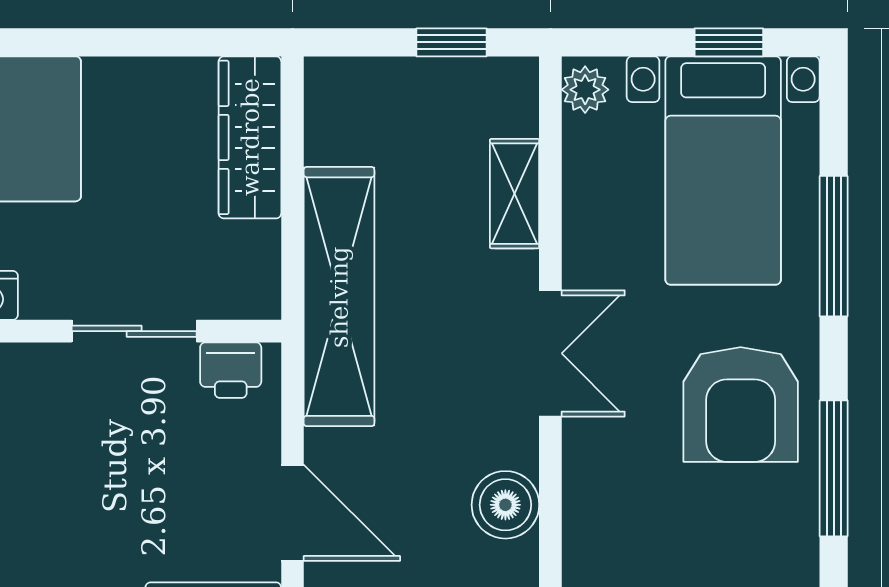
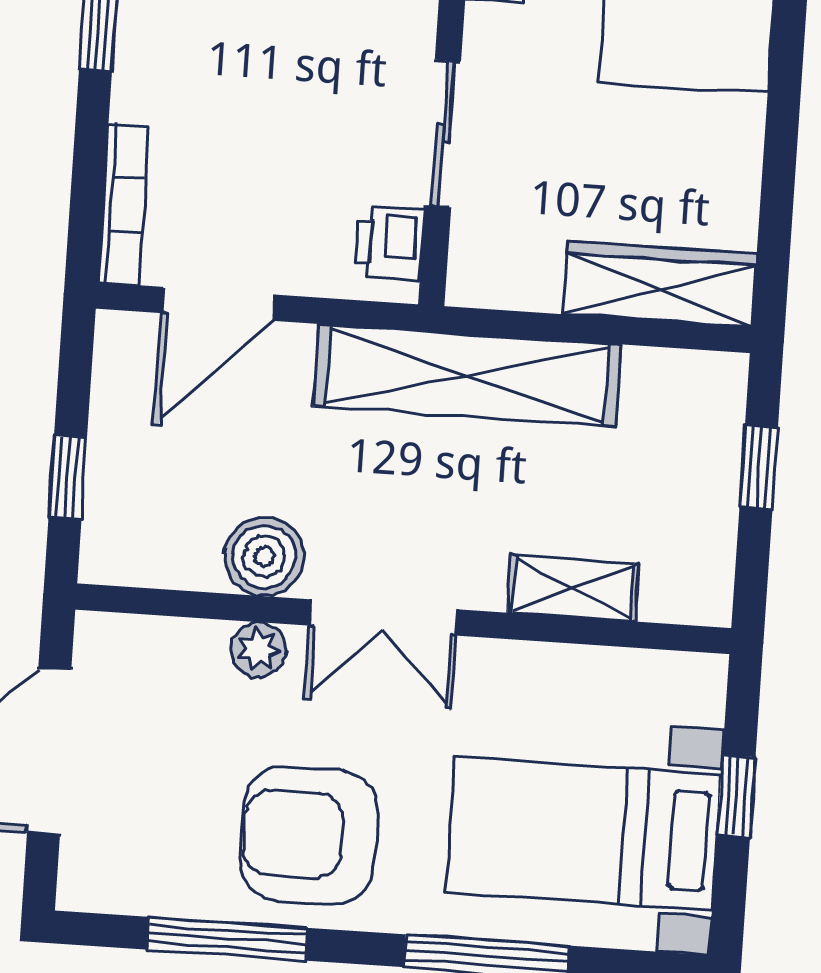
window: (452, 42) -> (759, 467), moved
window: (729, 42) -> (736, 796), moved
plant: (585, 90) -> (259, 650), moved
boiler: (505, 505) -> (264, 557), moved

